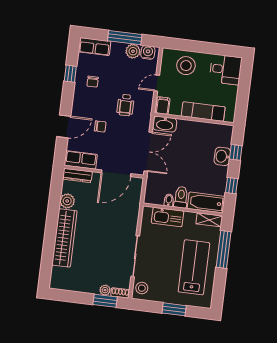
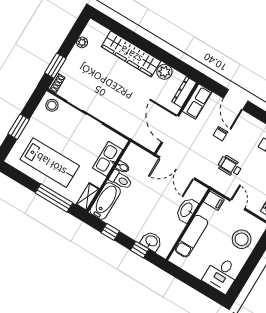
washbasin: (165, 124) -> (187, 210), moved
washbasin: (222, 156) -> (151, 241), moved
plant: (105, 290) -> (82, 42), moved

